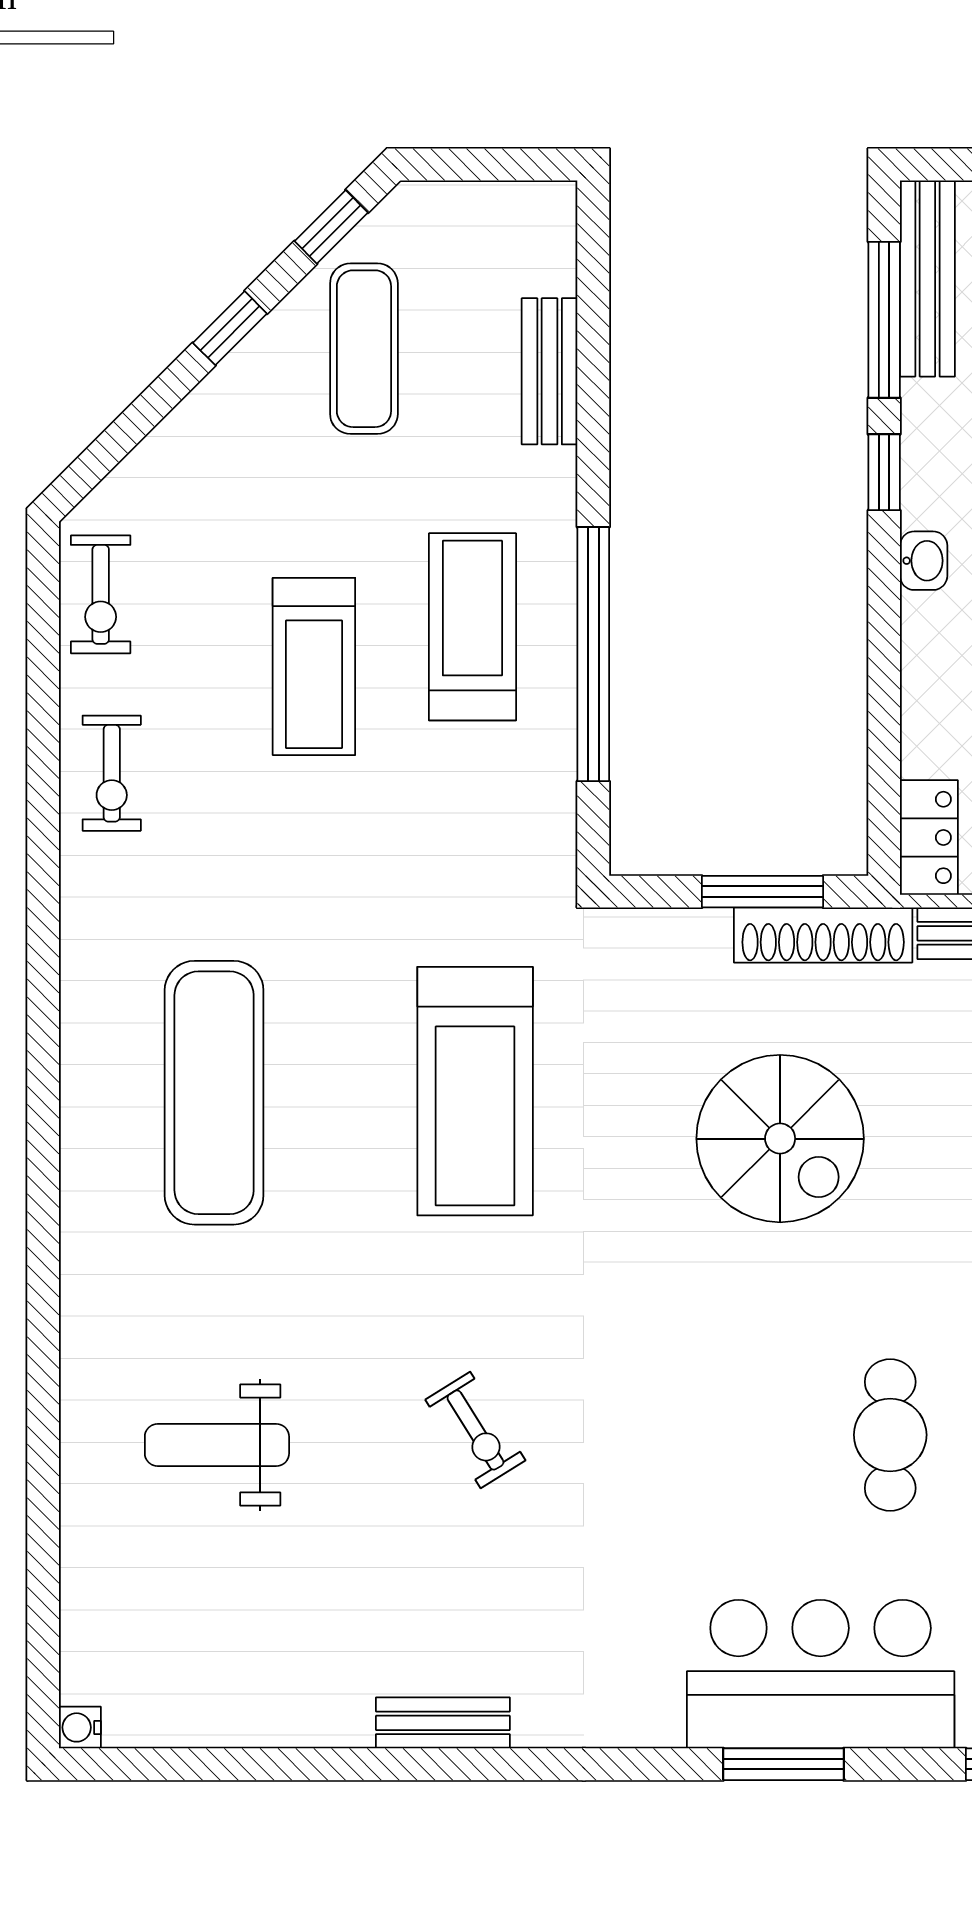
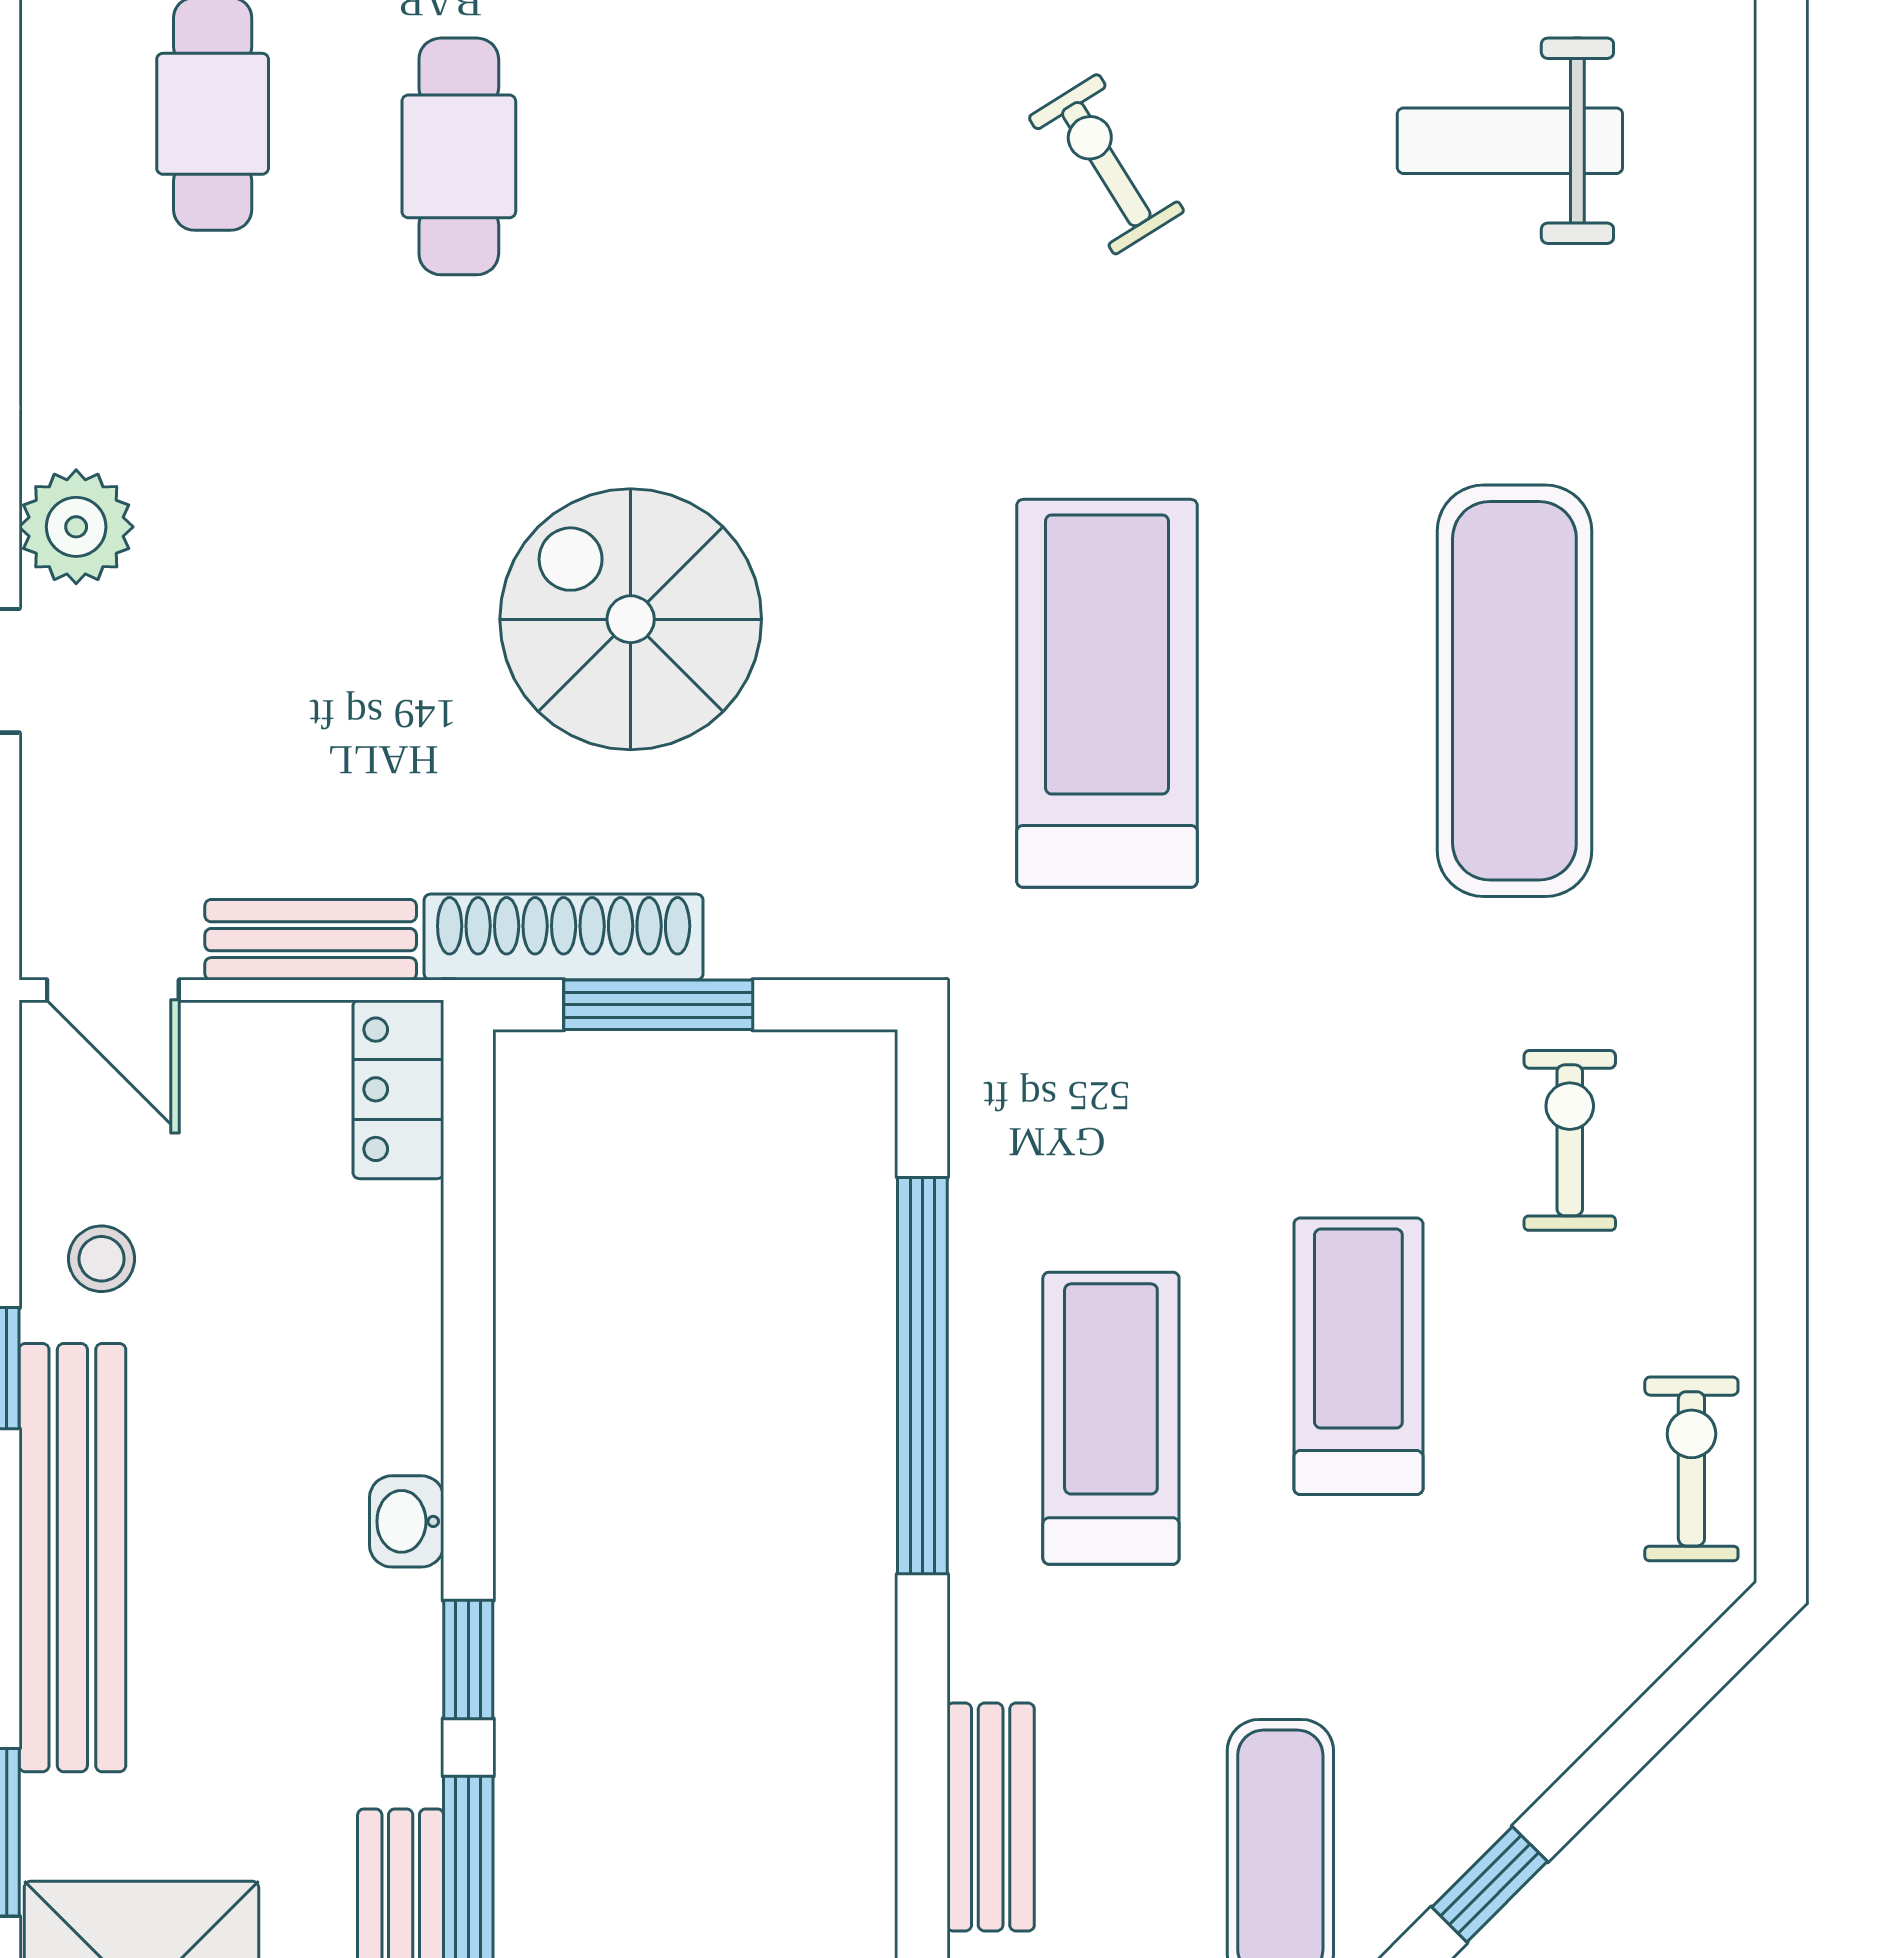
treadmill: (472, 627) -> (1111, 1418), turned 180
exercise bike: (112, 773) -> (1570, 1140), moved
weight bench: (217, 1445) -> (1510, 141), turned 180

